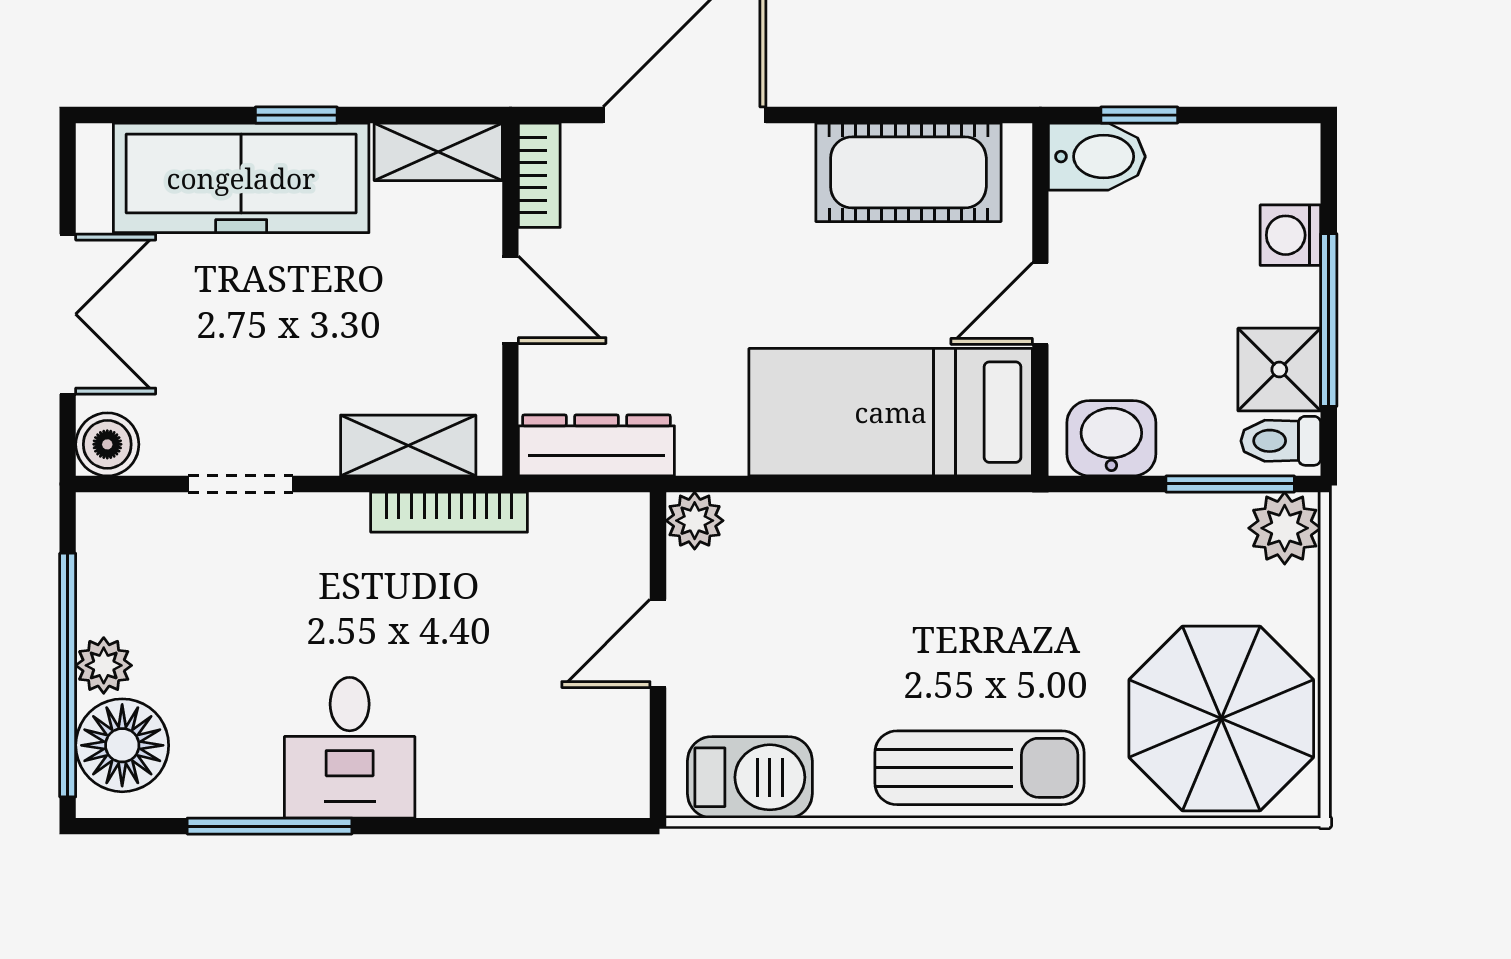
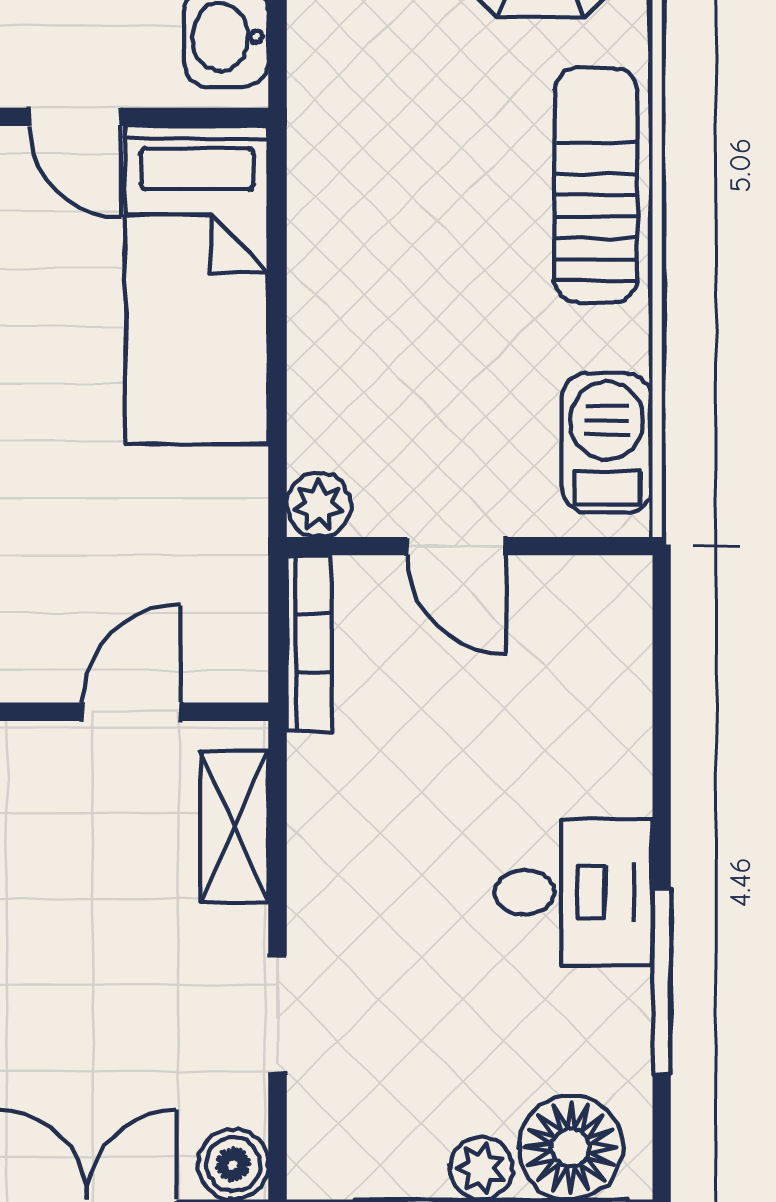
door: (510, 300) -> (131, 712), moved
dresser: (596, 445) -> (234, 615), removed
bookcase: (449, 512) -> (309, 643), moved

